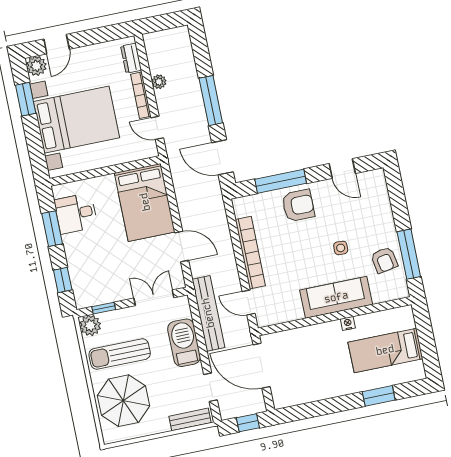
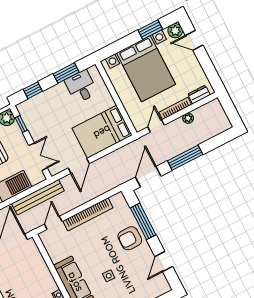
armchair: (298, 205) -> (130, 238), turned 90

